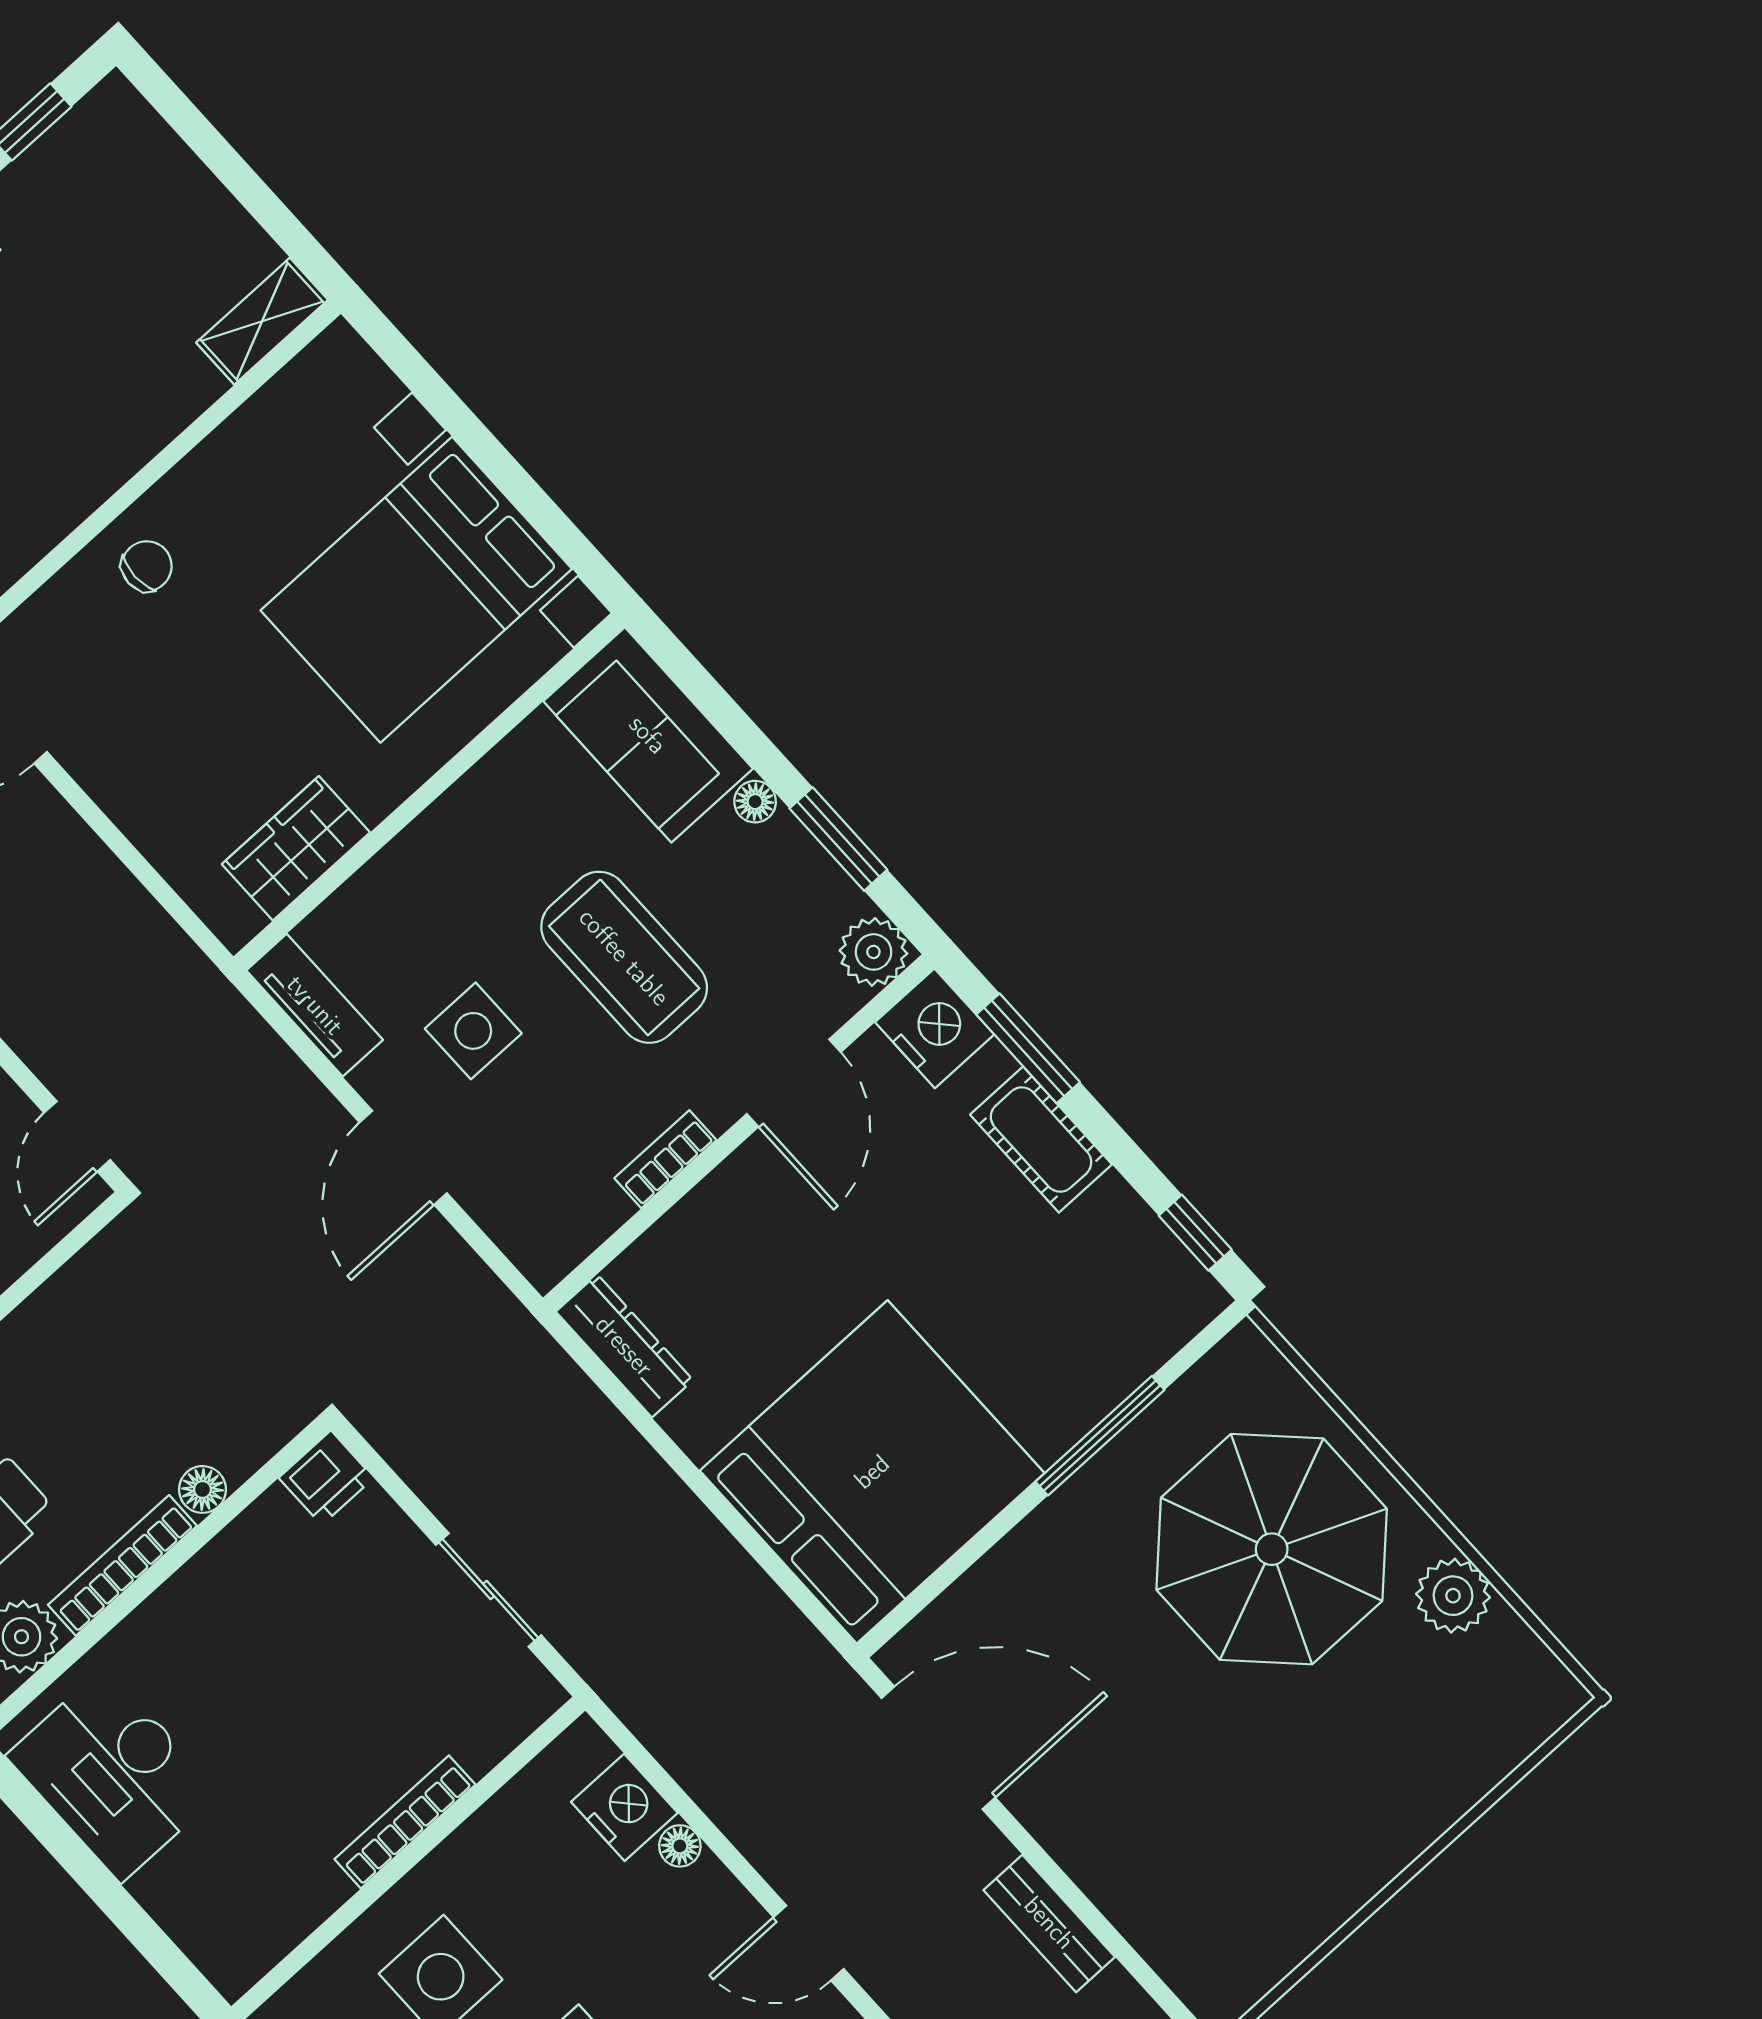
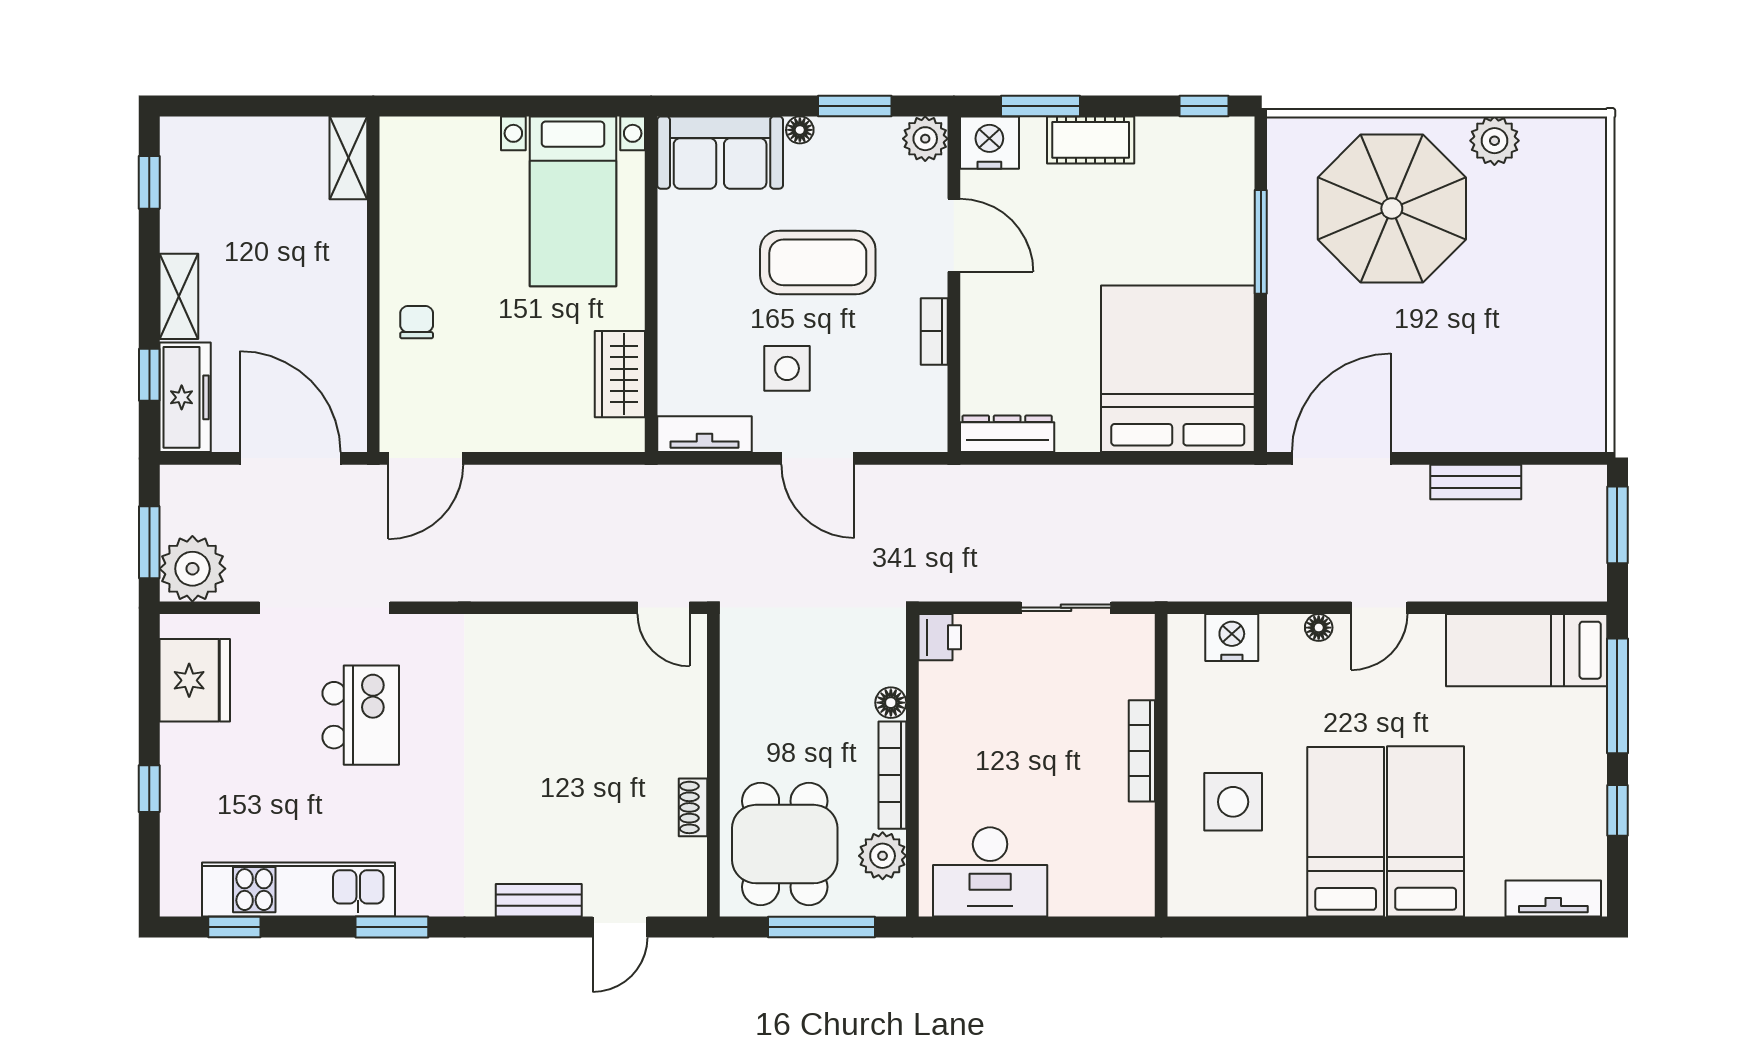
bed with nightstands: (416, 590) -> (573, 201), width x0.73
floor lamp: (680, 1846) -> (1319, 628), moved

